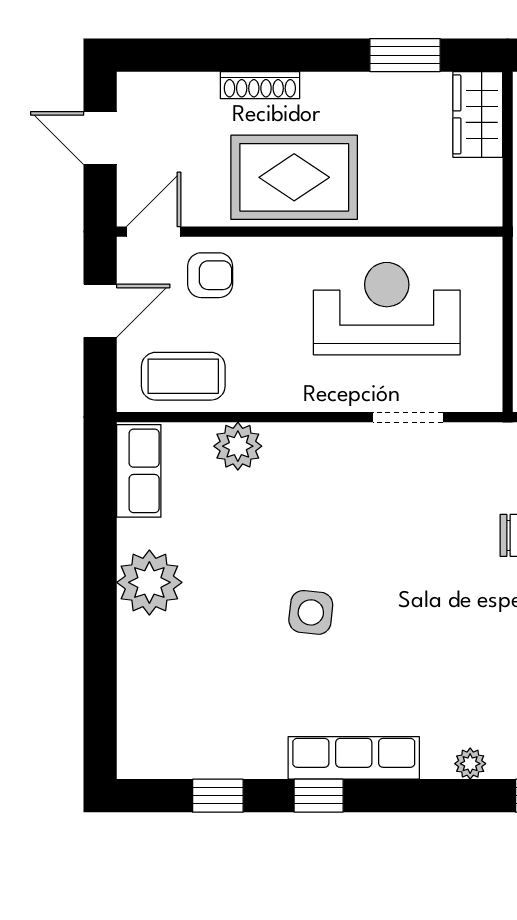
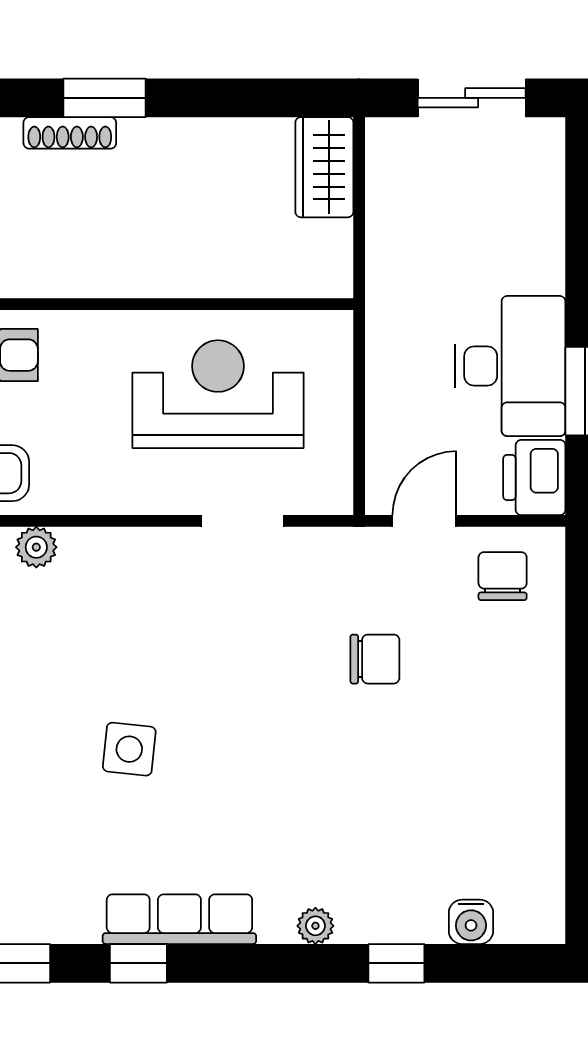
window: (405, 55) -> (105, 98), moved
rug: (294, 177) -> (110, 241), removed
plant: (238, 446) -> (36, 547), width x0.73, depth x0.73

